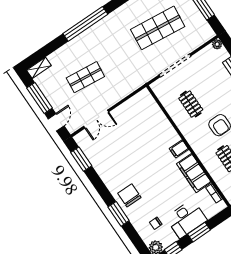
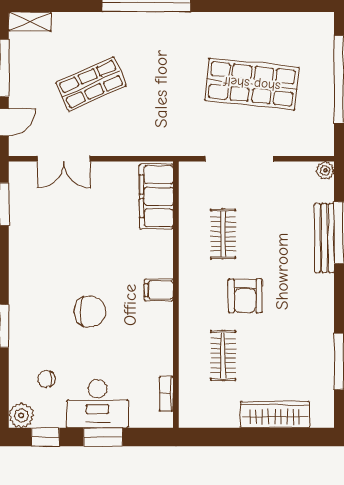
shop shelf: (85, 77) -> (91, 84), turned -30
filing cabinet: (194, 173) -> (156, 196), moved
chair: (129, 195) -> (90, 312), moved, turned 90

